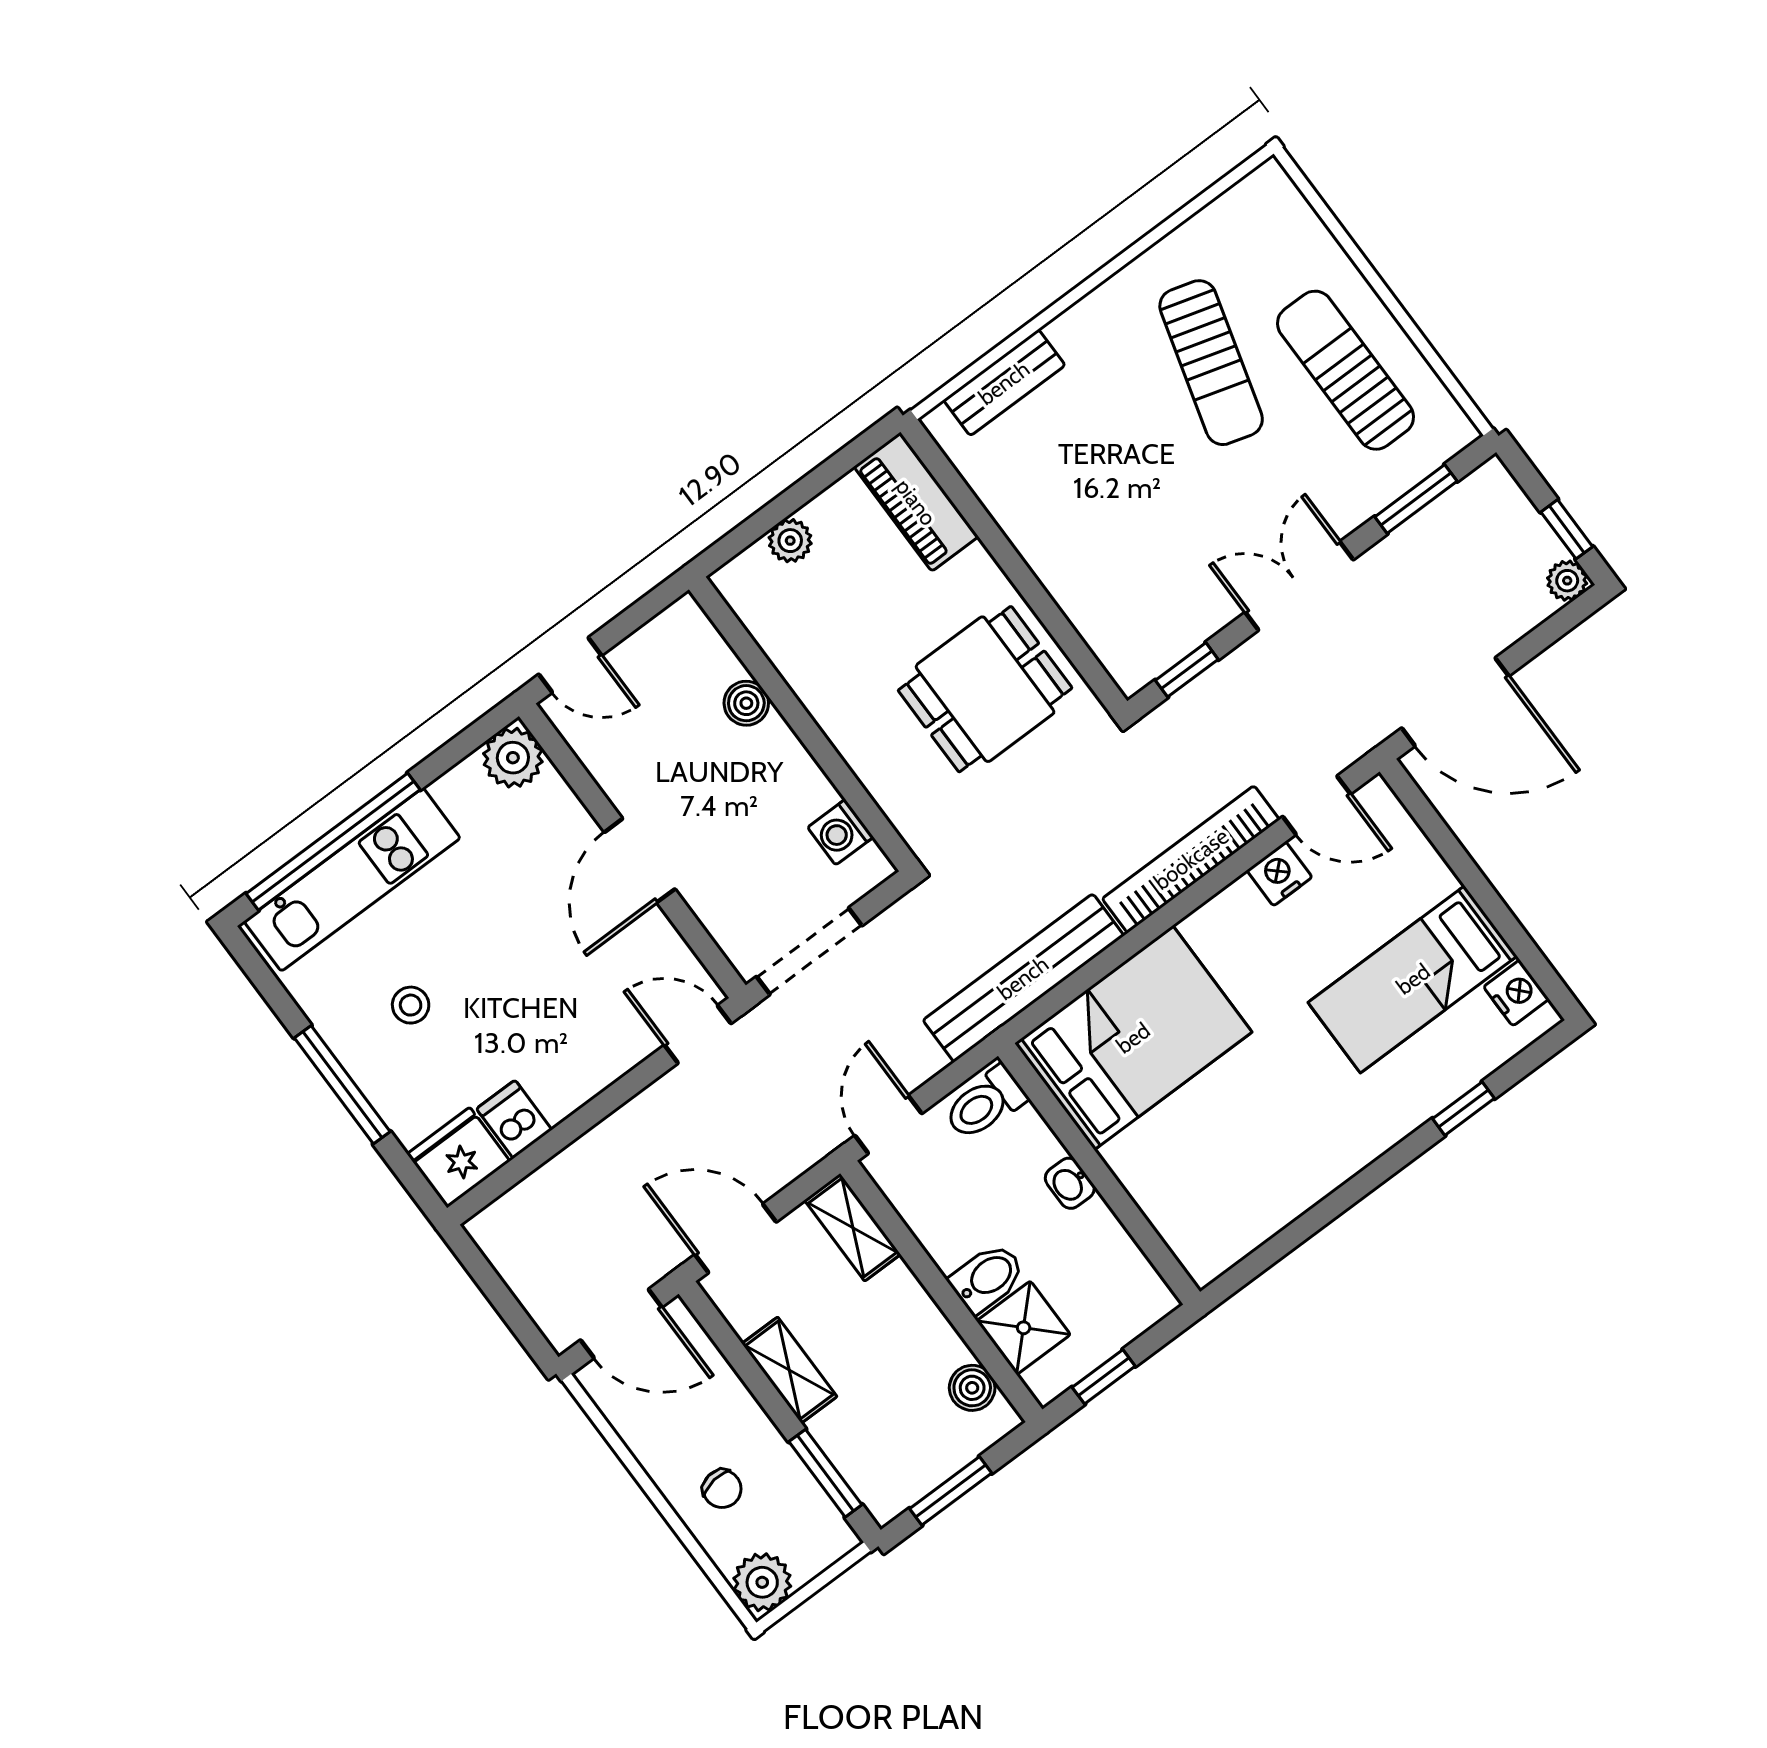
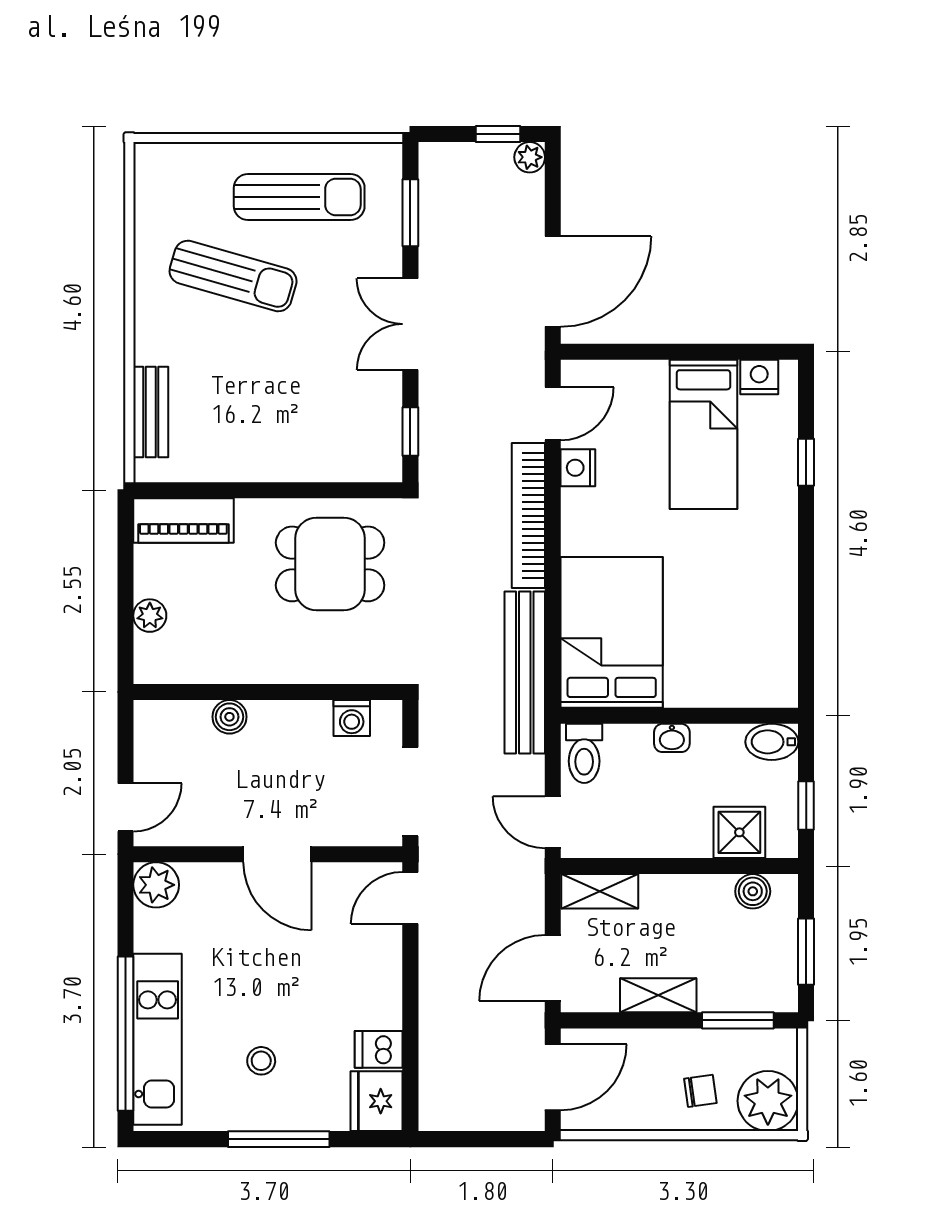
sun lounger: (1346, 370) -> (299, 197), turned 180
dining table: (985, 689) -> (330, 564), turned 90
bidet: (987, 1278) -> (772, 742), moved, turned -90
plant: (762, 1582) -> (768, 1101), width x1.36, depth x1.36

